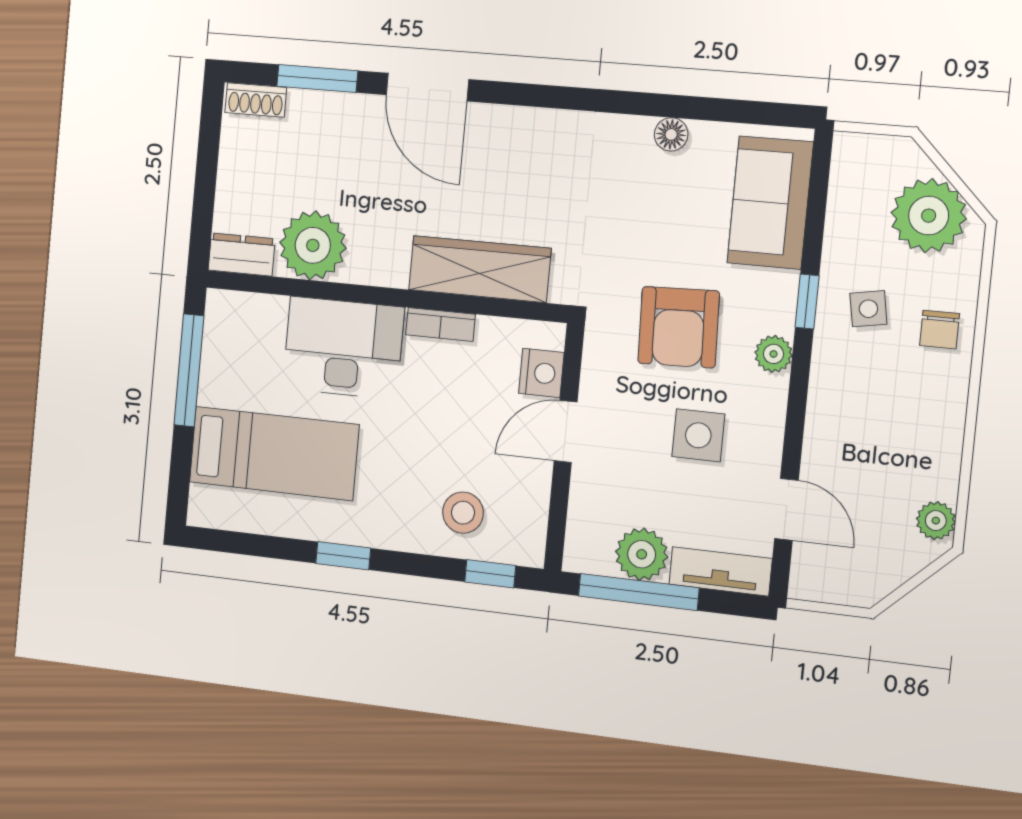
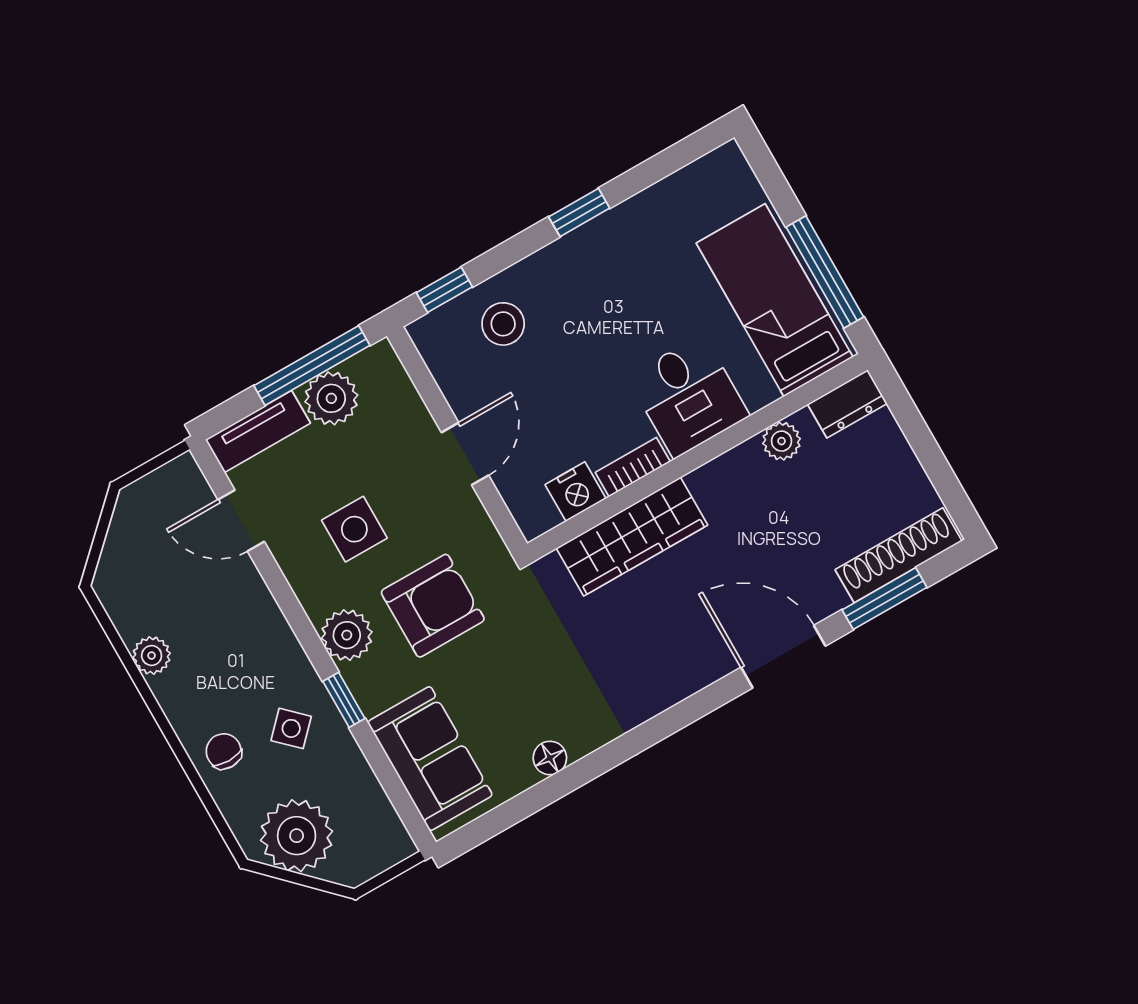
shoe rack: (256, 100) -> (899, 555), width x1.94, depth x1.24
plant: (313, 245) -> (782, 441), width x0.53, depth x0.53
side table: (868, 309) -> (291, 728), turned -36
armchair: (679, 327) -> (433, 606), turned 92
desk: (343, 348) -> (688, 396), width x0.73
plant: (773, 354) -> (347, 635), width x1.38, depth x1.38
nightstand: (541, 373) -> (575, 492), moved, turned -90
bed: (274, 453) -> (775, 300), moved, turned 90
plant: (936, 521) -> (152, 655), moved

